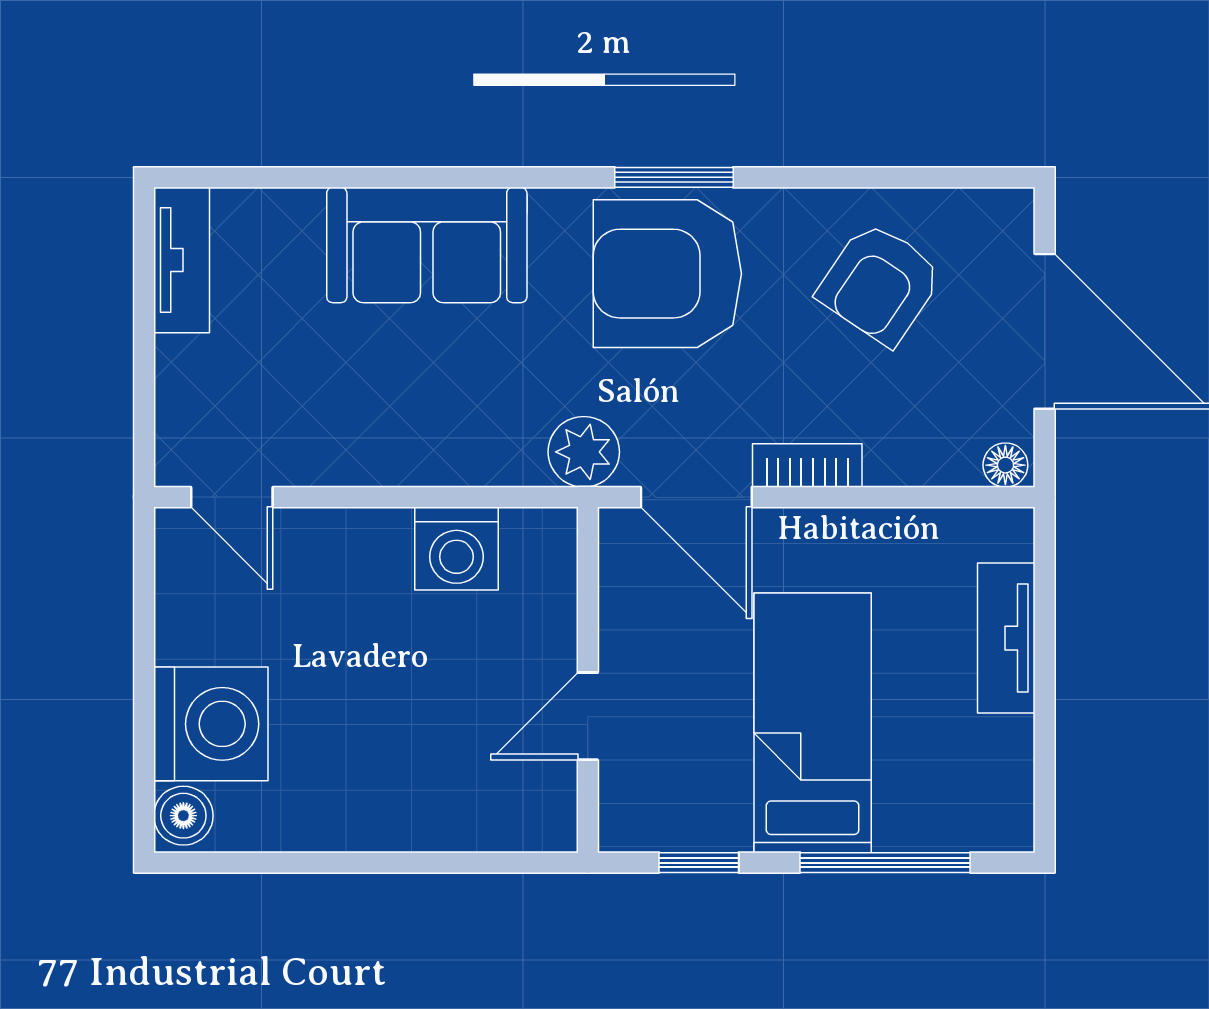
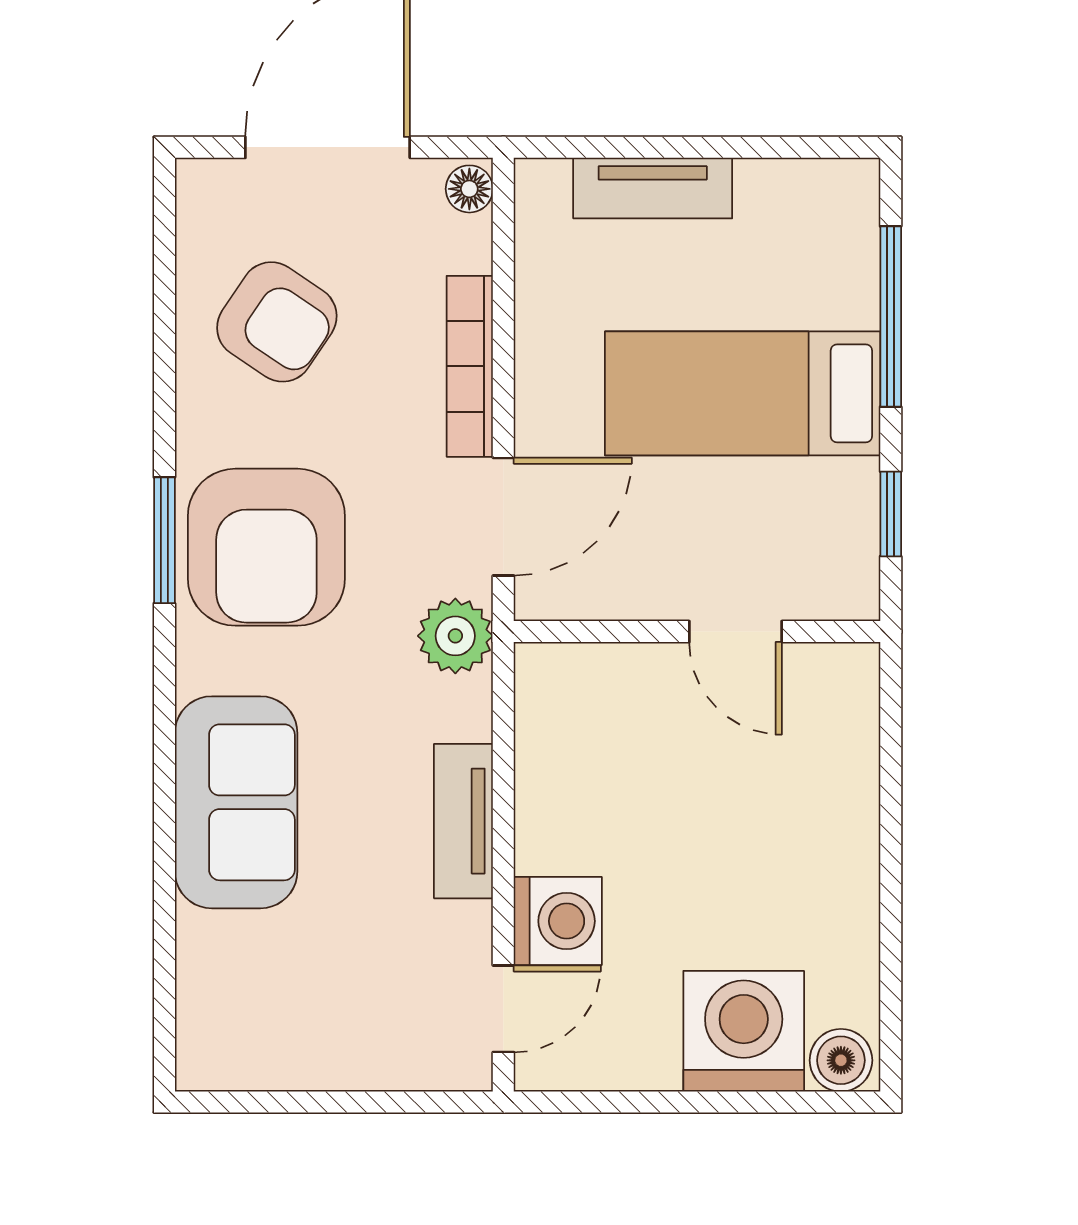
tv unit: (182, 260) -> (463, 821), moved, turned -90
bookcase: (807, 465) -> (470, 366), width x1.56
washing machine: (456, 549) -> (558, 921), moved

